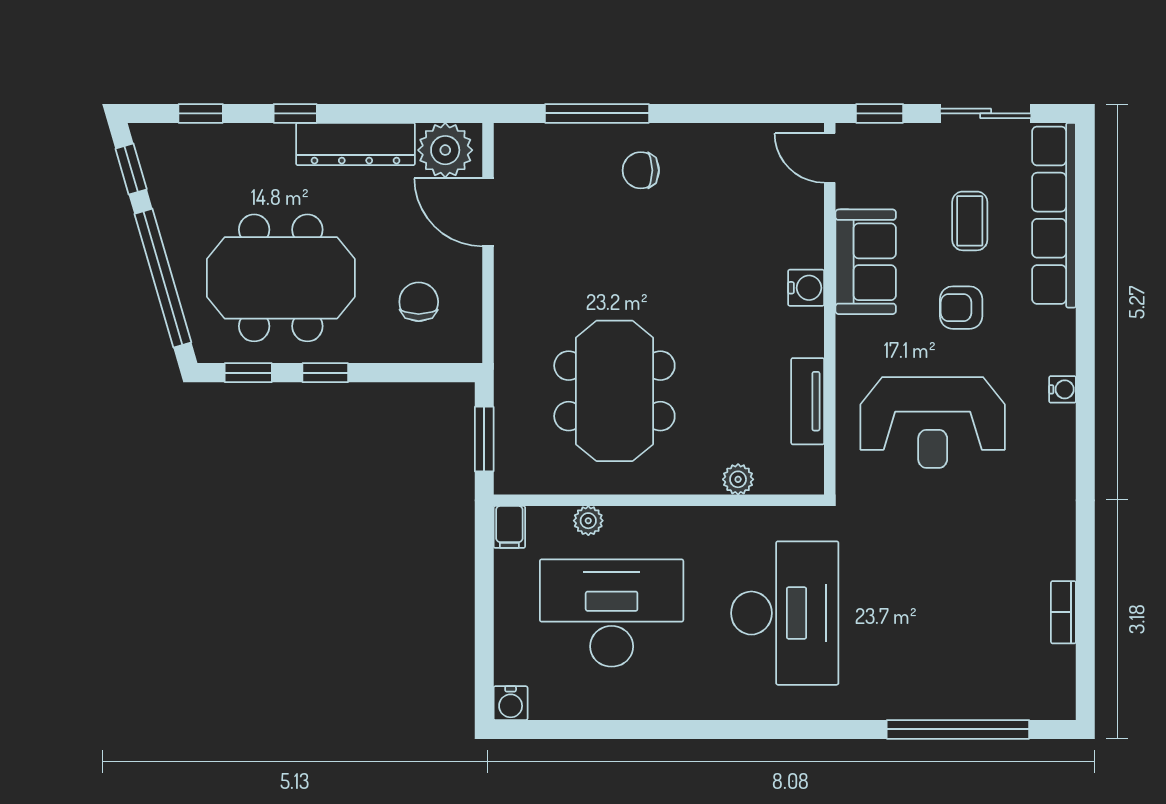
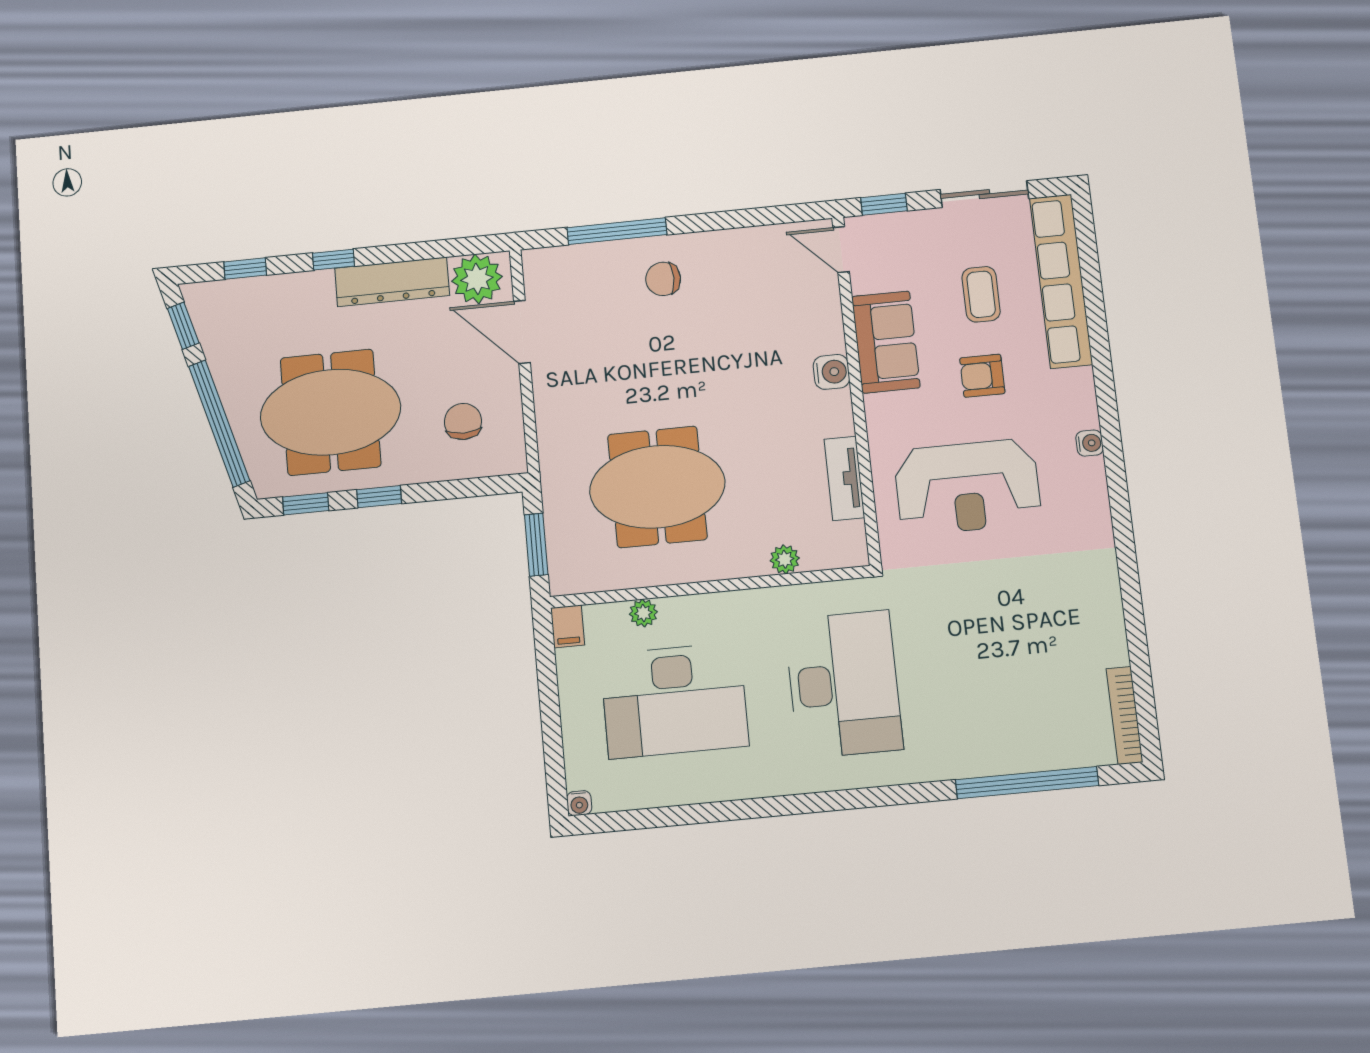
meeting table: (614, 391) -> (657, 487), turned 90
bookcase: (1063, 612) -> (1125, 715), moved, width x1.56
desk: (612, 613) -> (674, 700), turned 180
water cooler: (511, 703) -> (579, 803), width x0.72, depth x0.72

